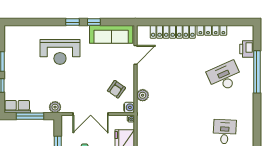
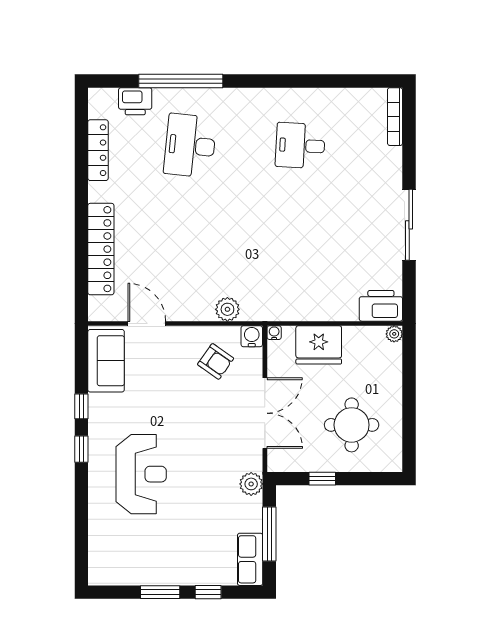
locker: (212, 30) -> (98, 150), moved
sofa: (111, 34) -> (106, 361), width x0.73
desk: (225, 77) -> (190, 146), turned 30

